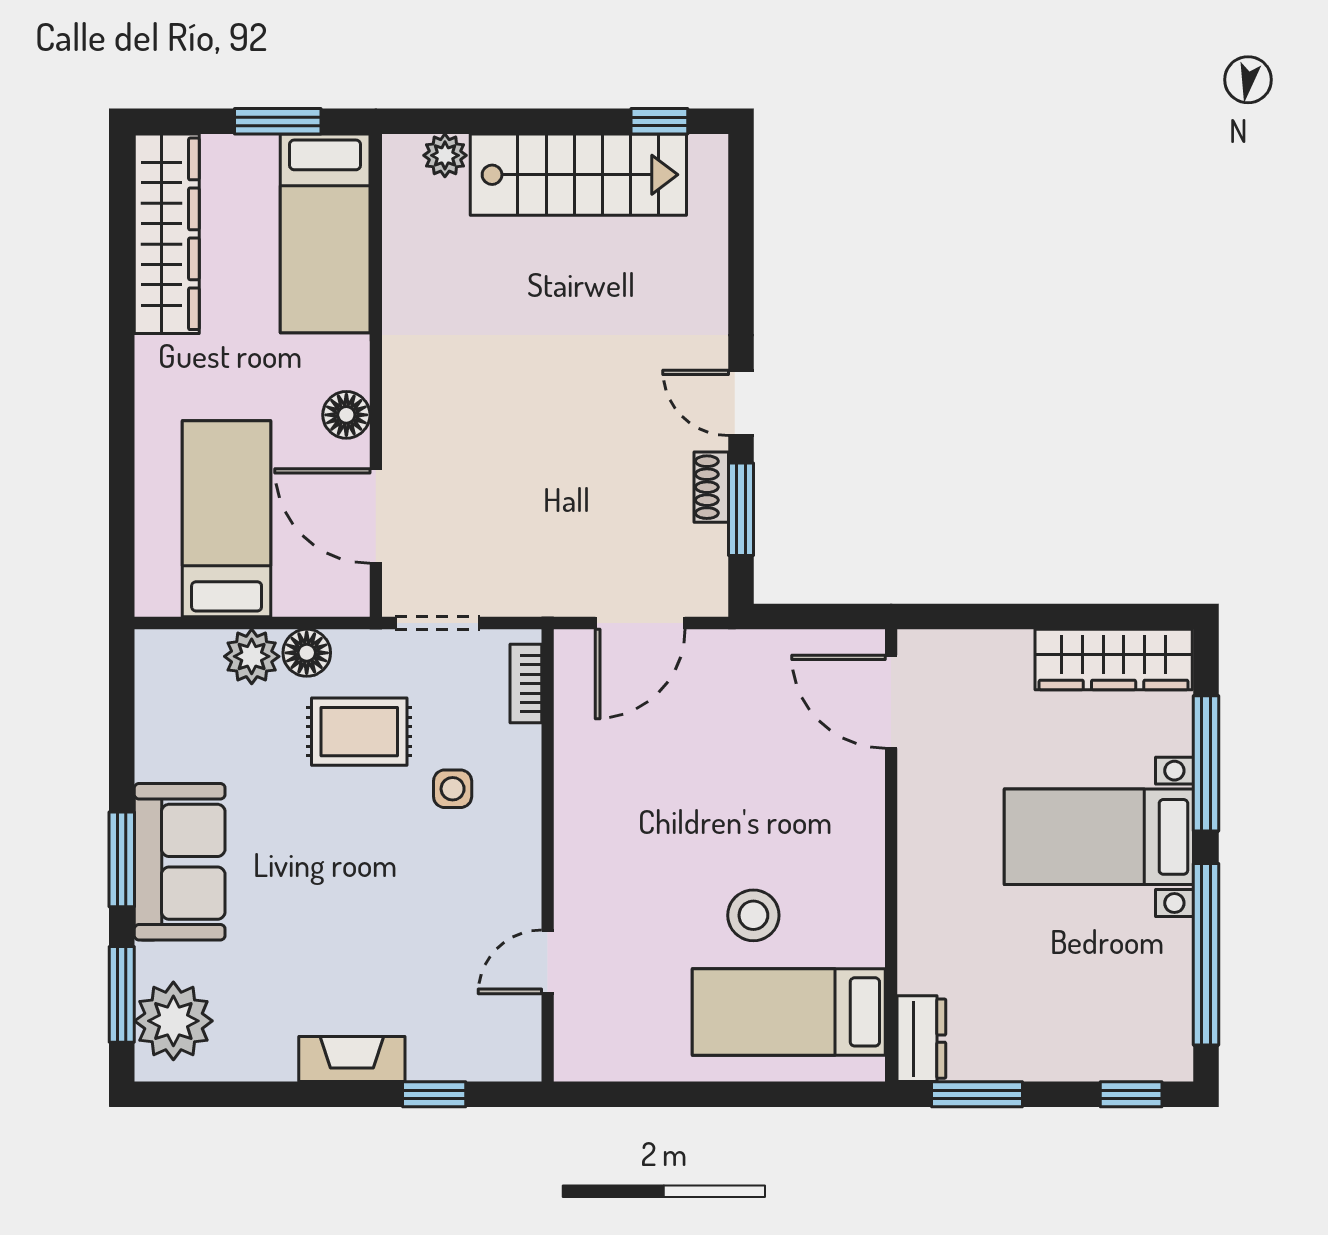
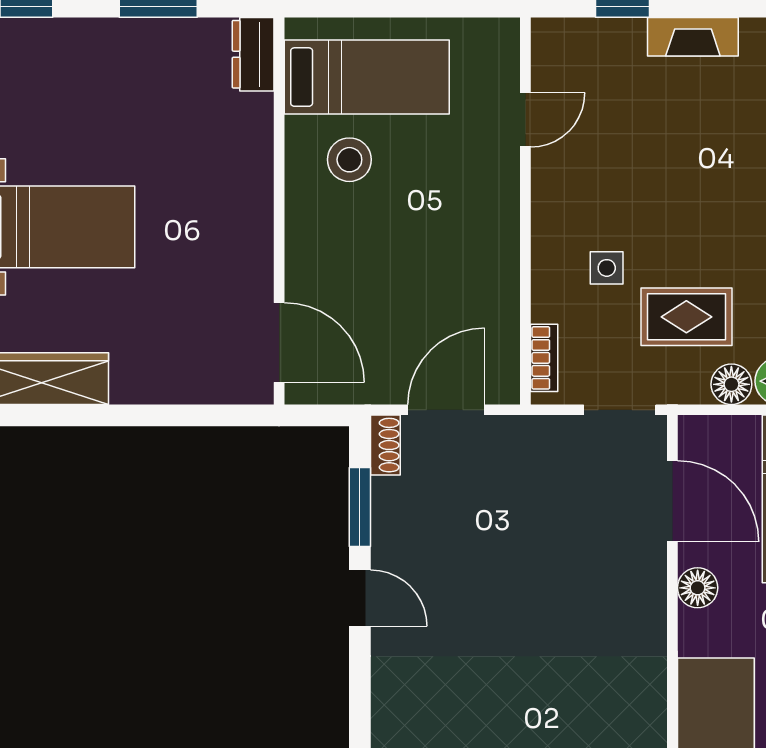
shoe rack: (711, 487) -> (385, 445), moved
door: (891, 702) -> (279, 342), moved
wall: (891, 855) -> (279, 211), moved
bed: (789, 1012) -> (367, 77), moved
dresser: (921, 1039) -> (253, 54), moved

